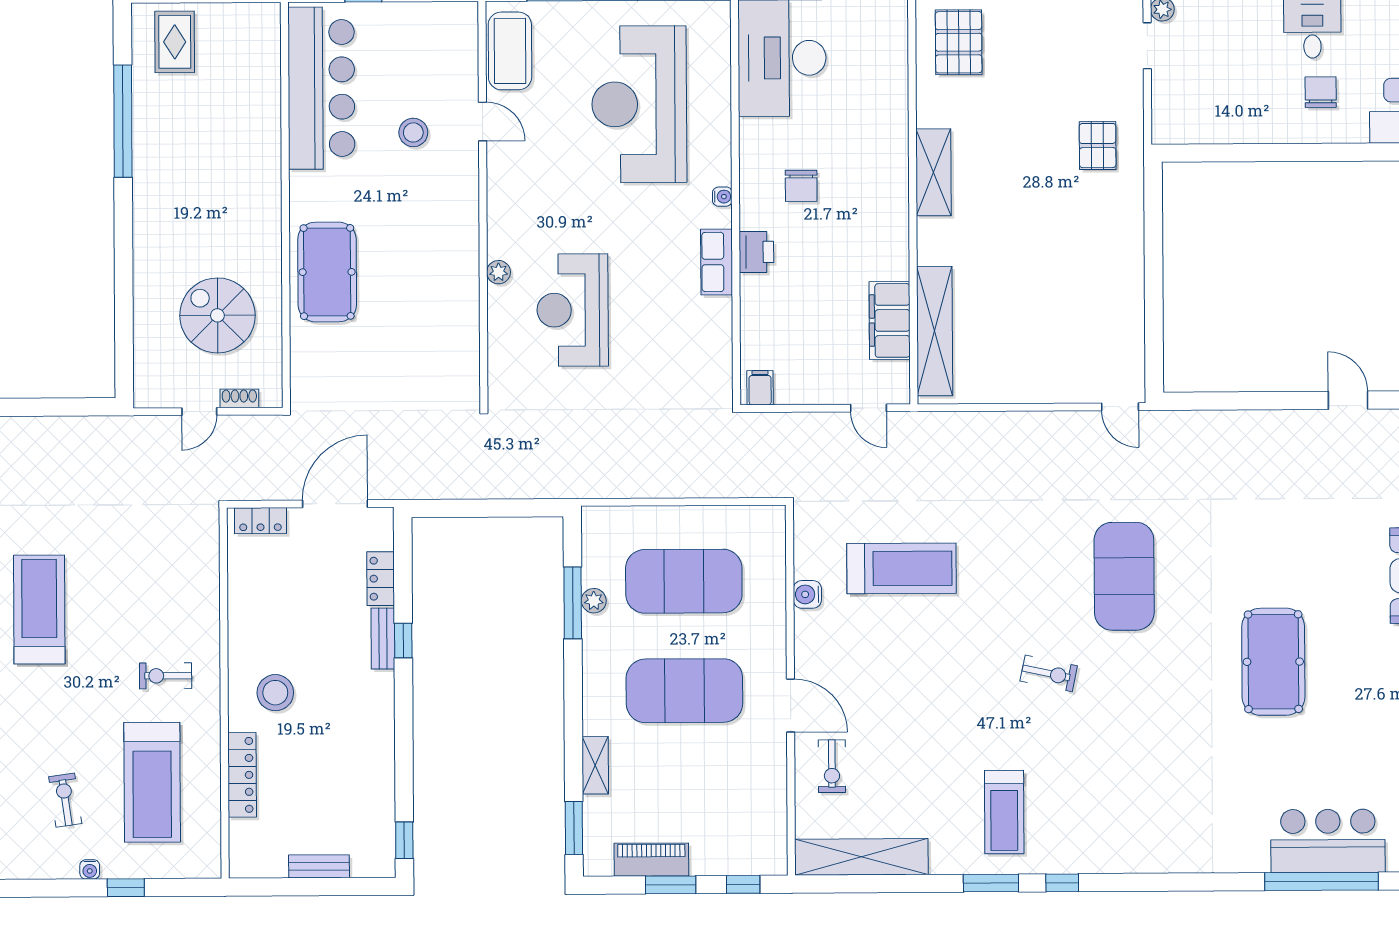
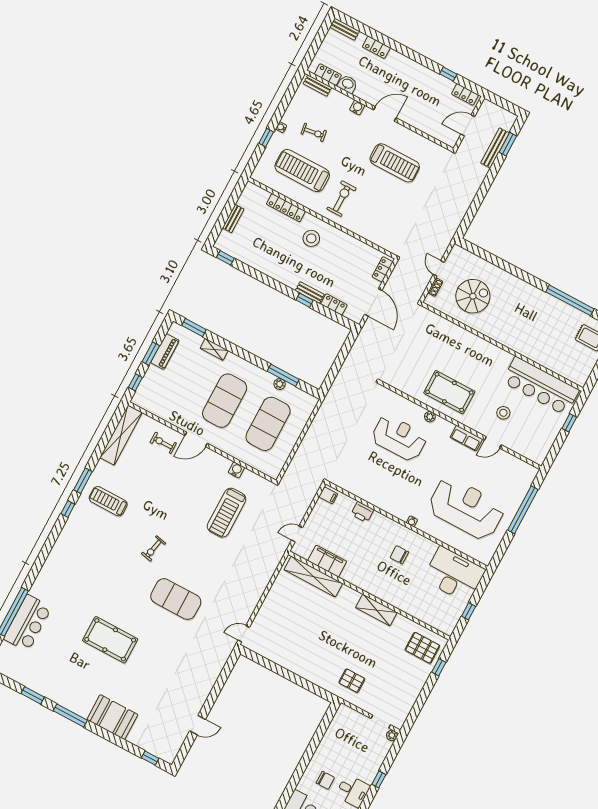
coffee table: (510, 51) -> (515, 468), removed
printer: (756, 252) -> (362, 512), moved
row of seats: (717, 262) -> (466, 438), moved, turned 180
pool table: (327, 272) -> (449, 392), moved
exercise bike: (166, 676) -> (341, 199), width x1.38, depth x1.39

